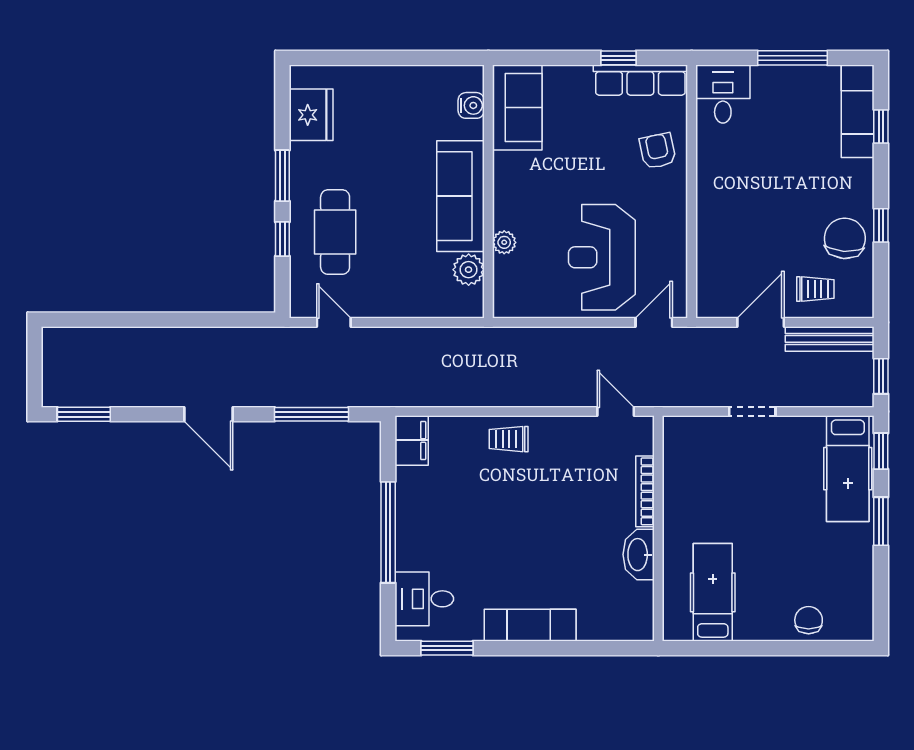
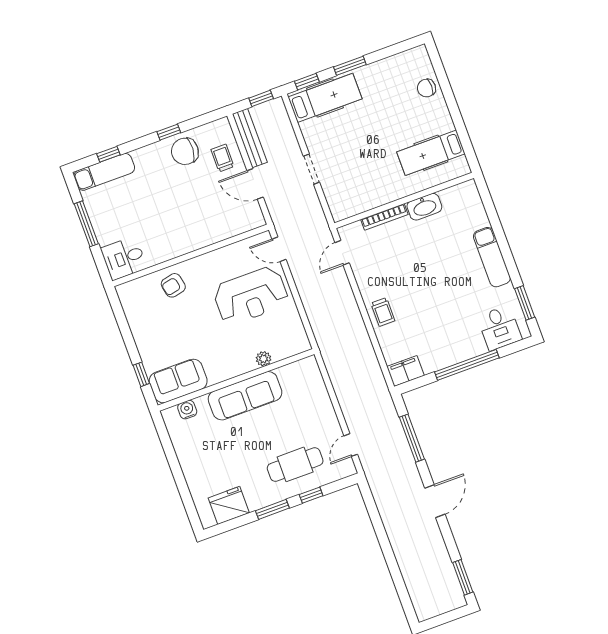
window: (619, 58) -> (141, 374), moved
row of seats: (640, 80) -> (134, 312), removed
plant: (469, 270) -> (288, 374), removed

